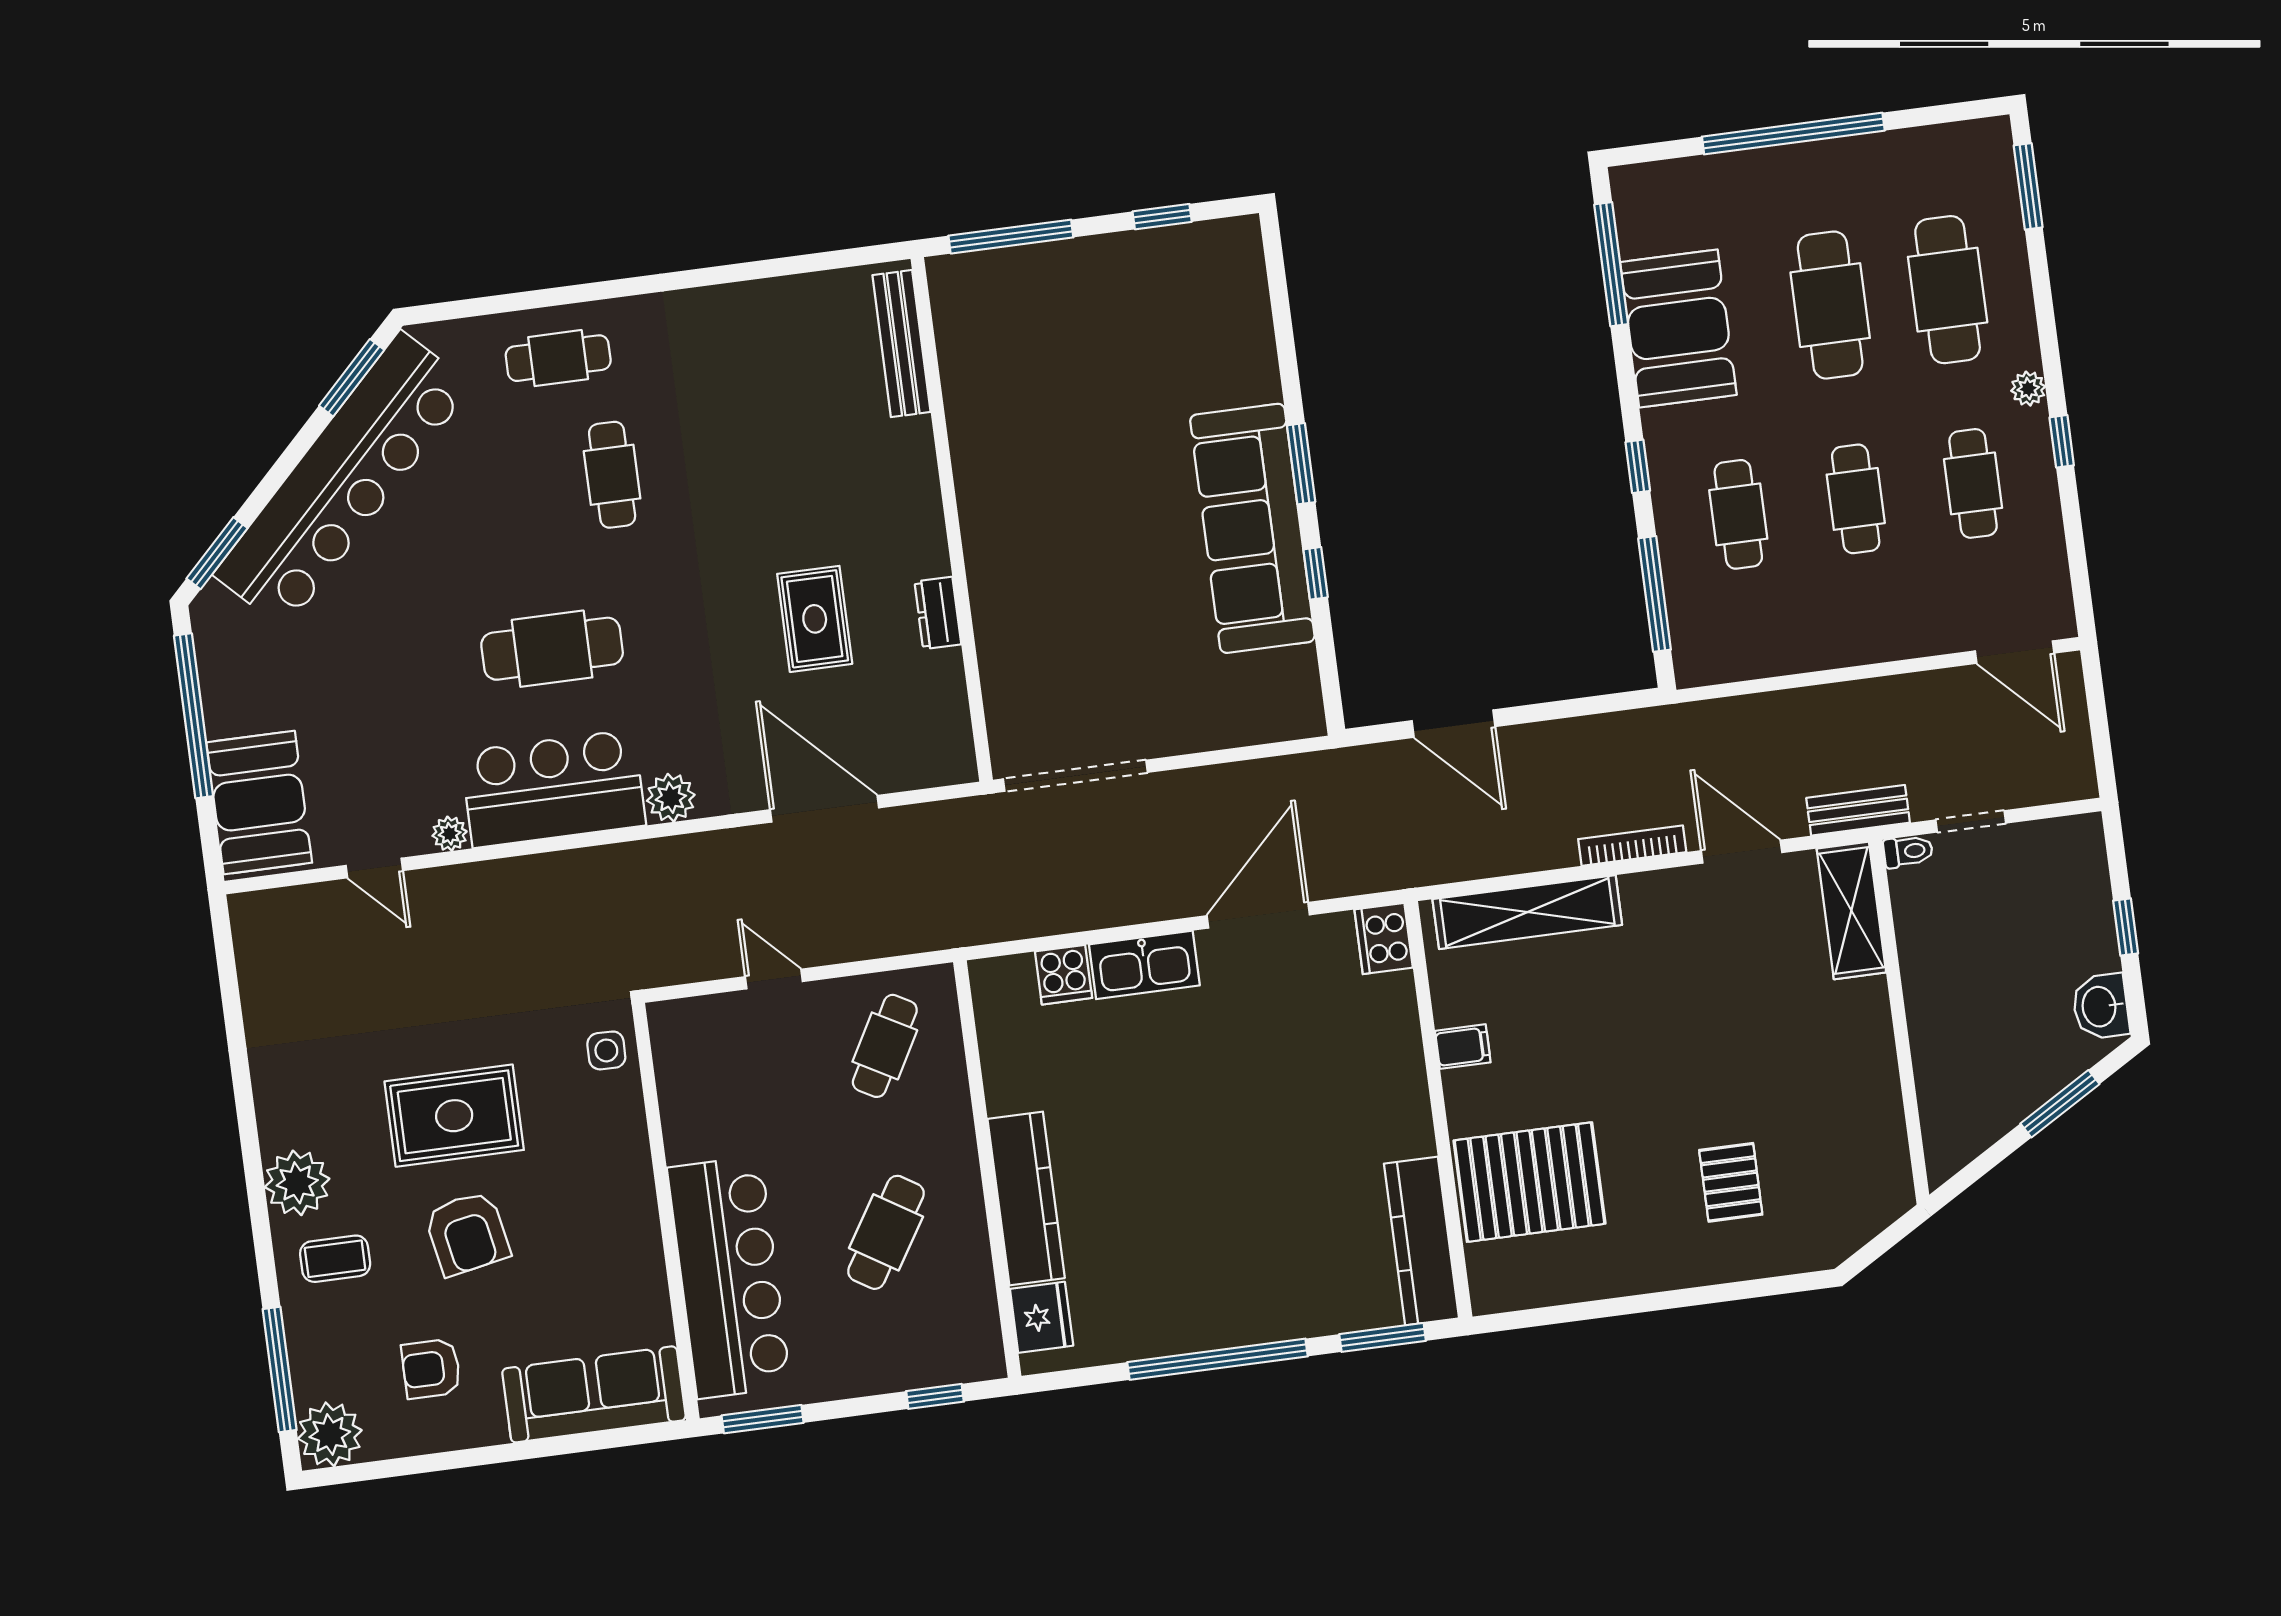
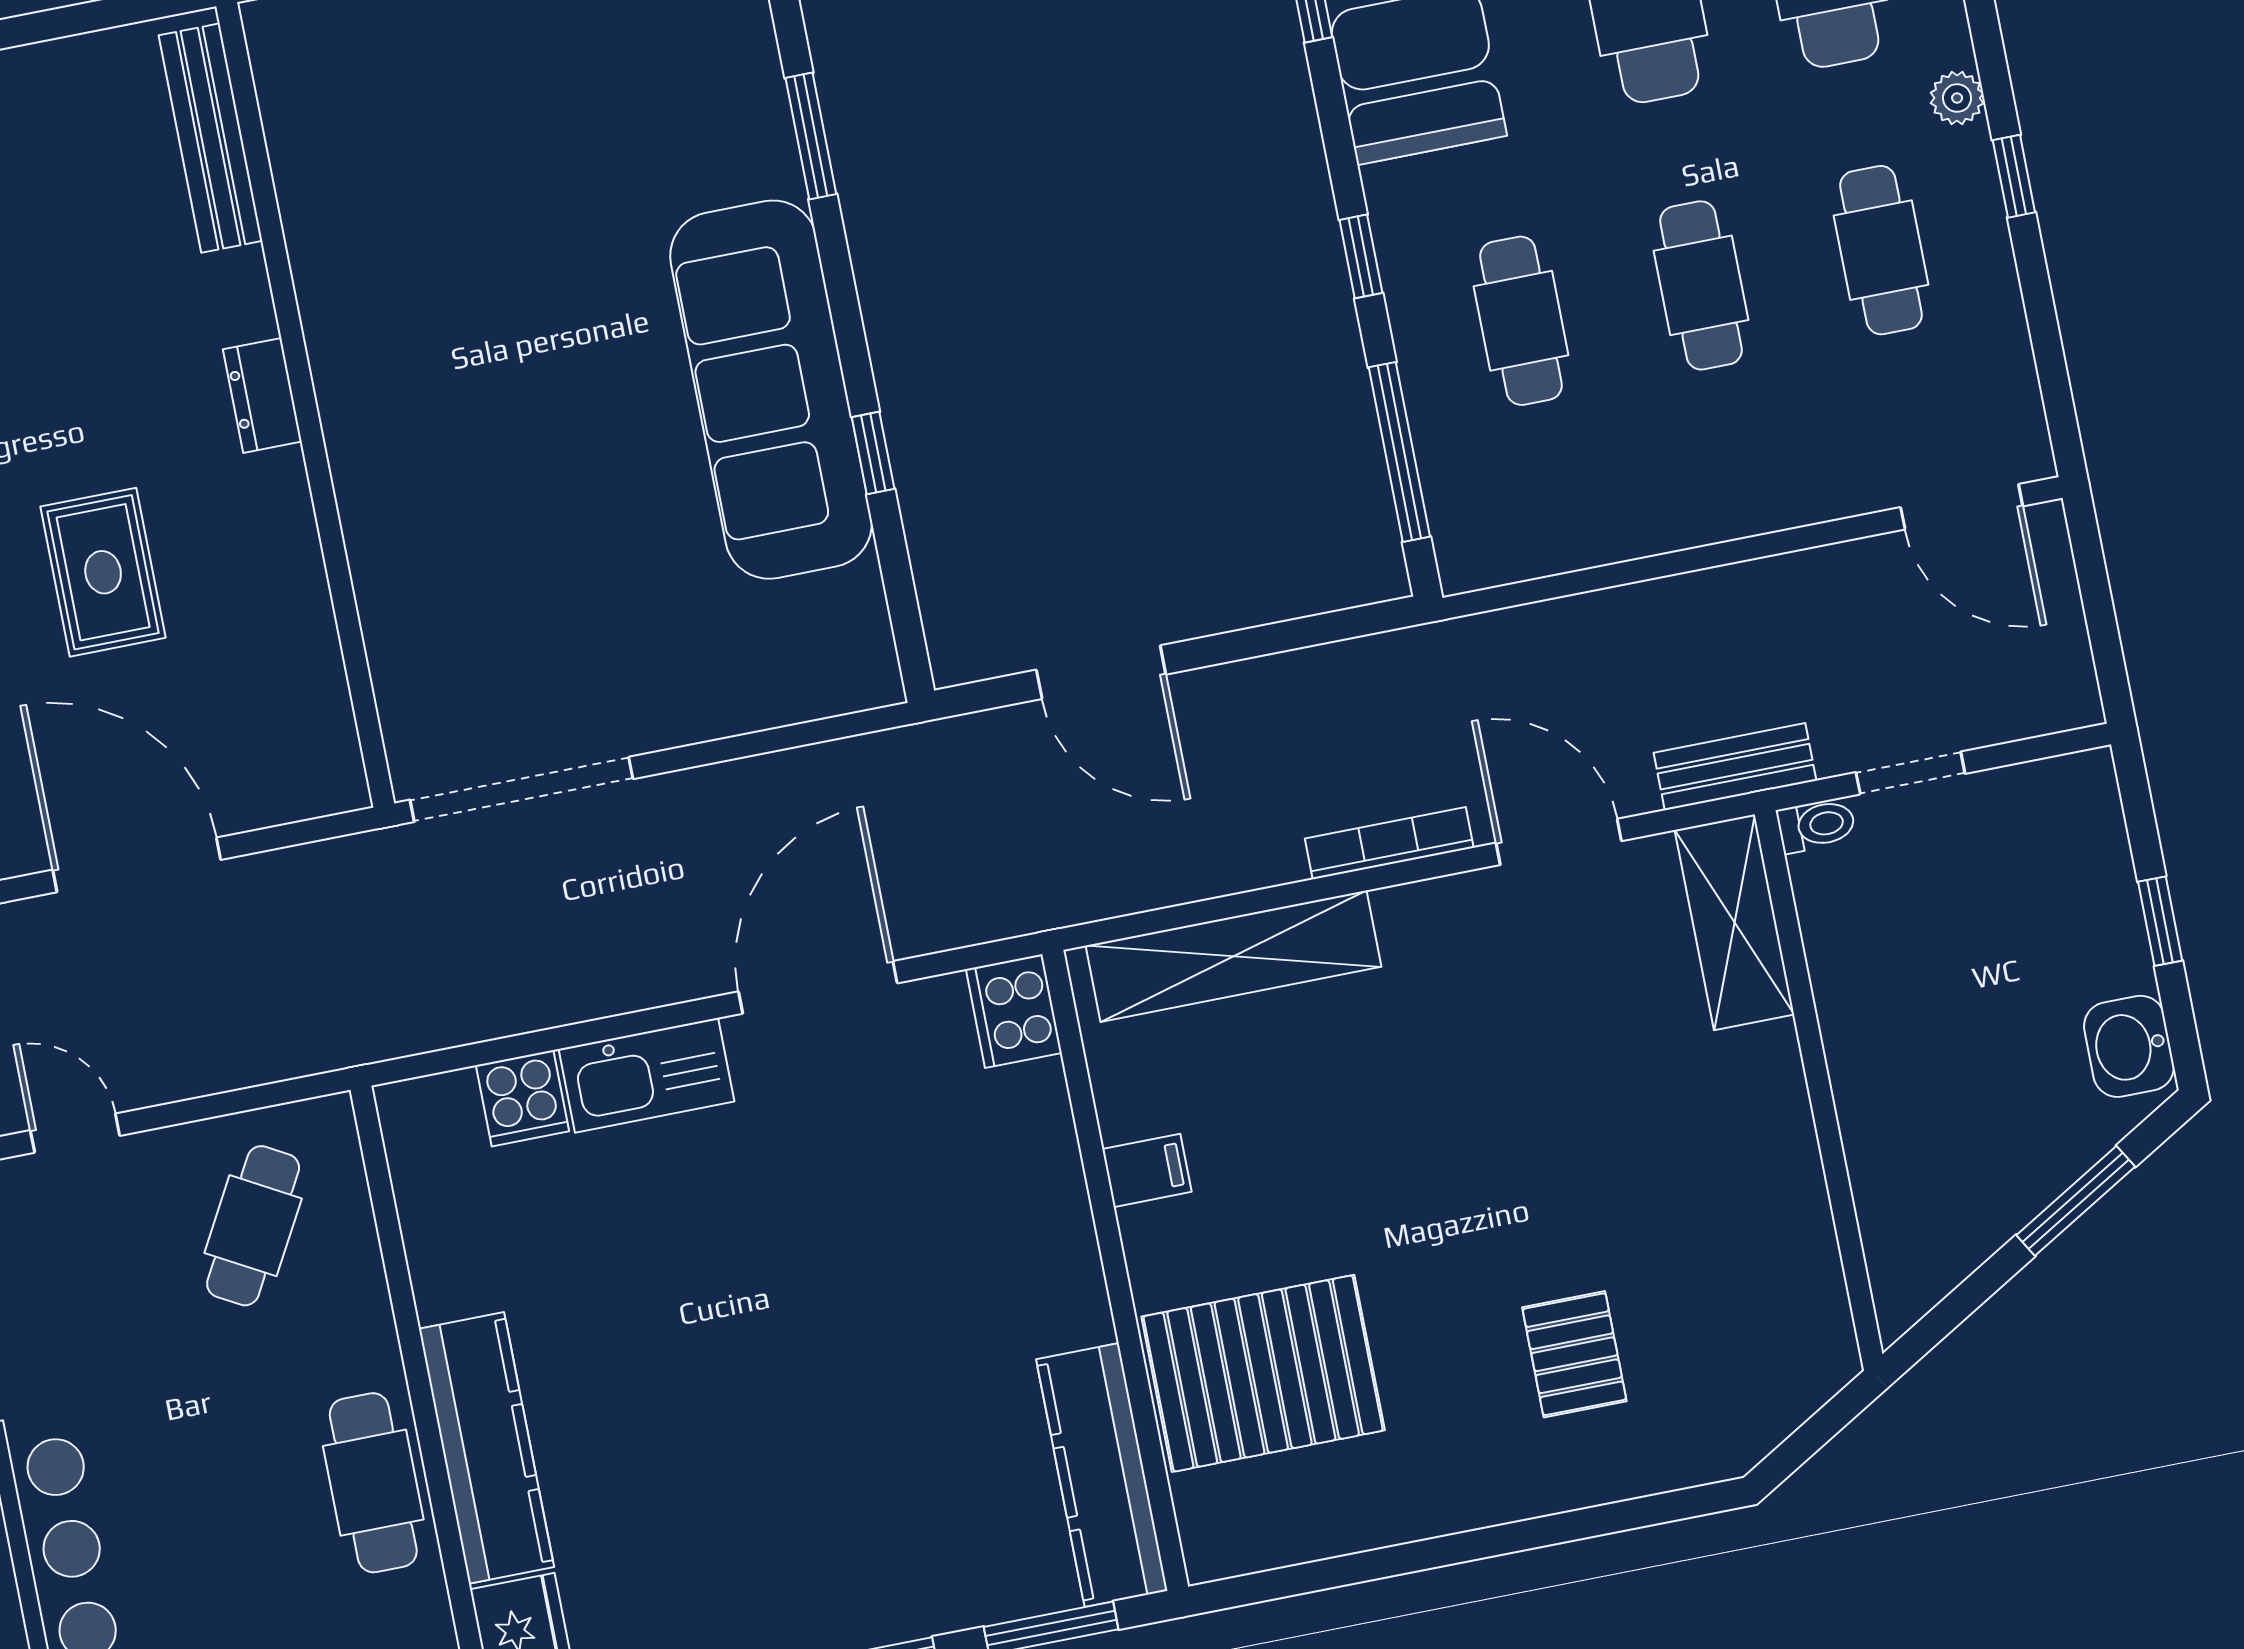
window: (1301, 464) -> (811, 136), moved
dresser: (938, 613) -> (262, 395), moved
cafe table: (886, 1232) -> (373, 1483), moved, turned -32

